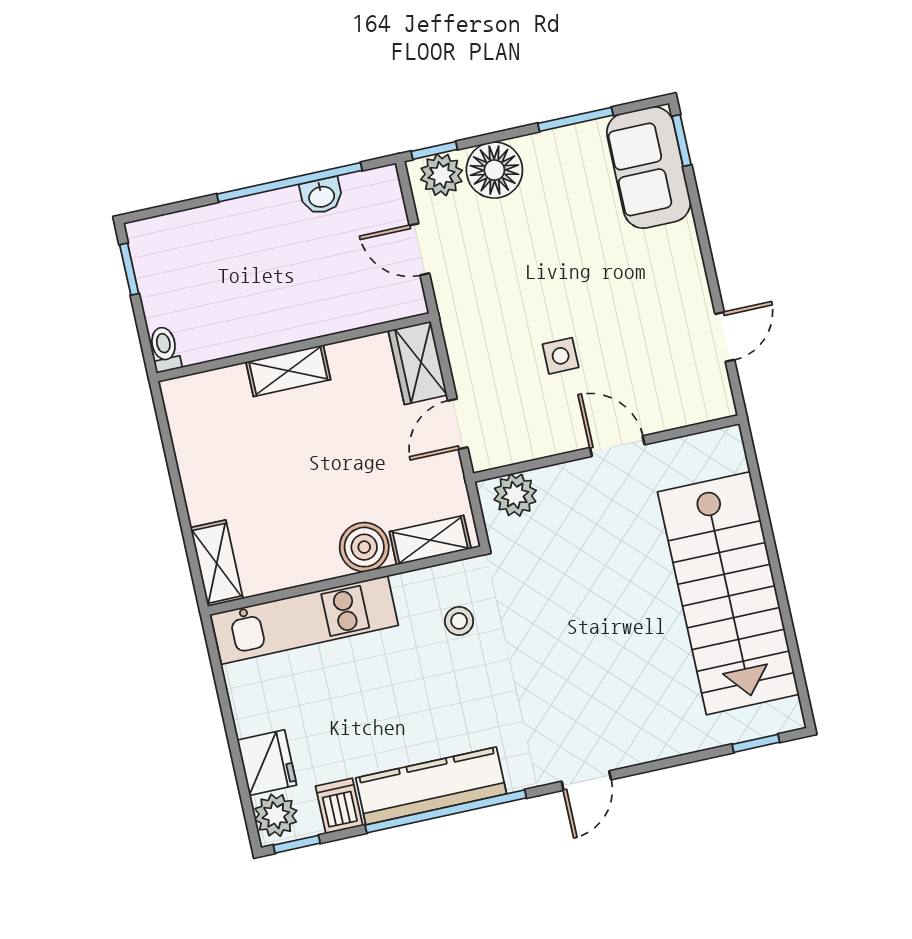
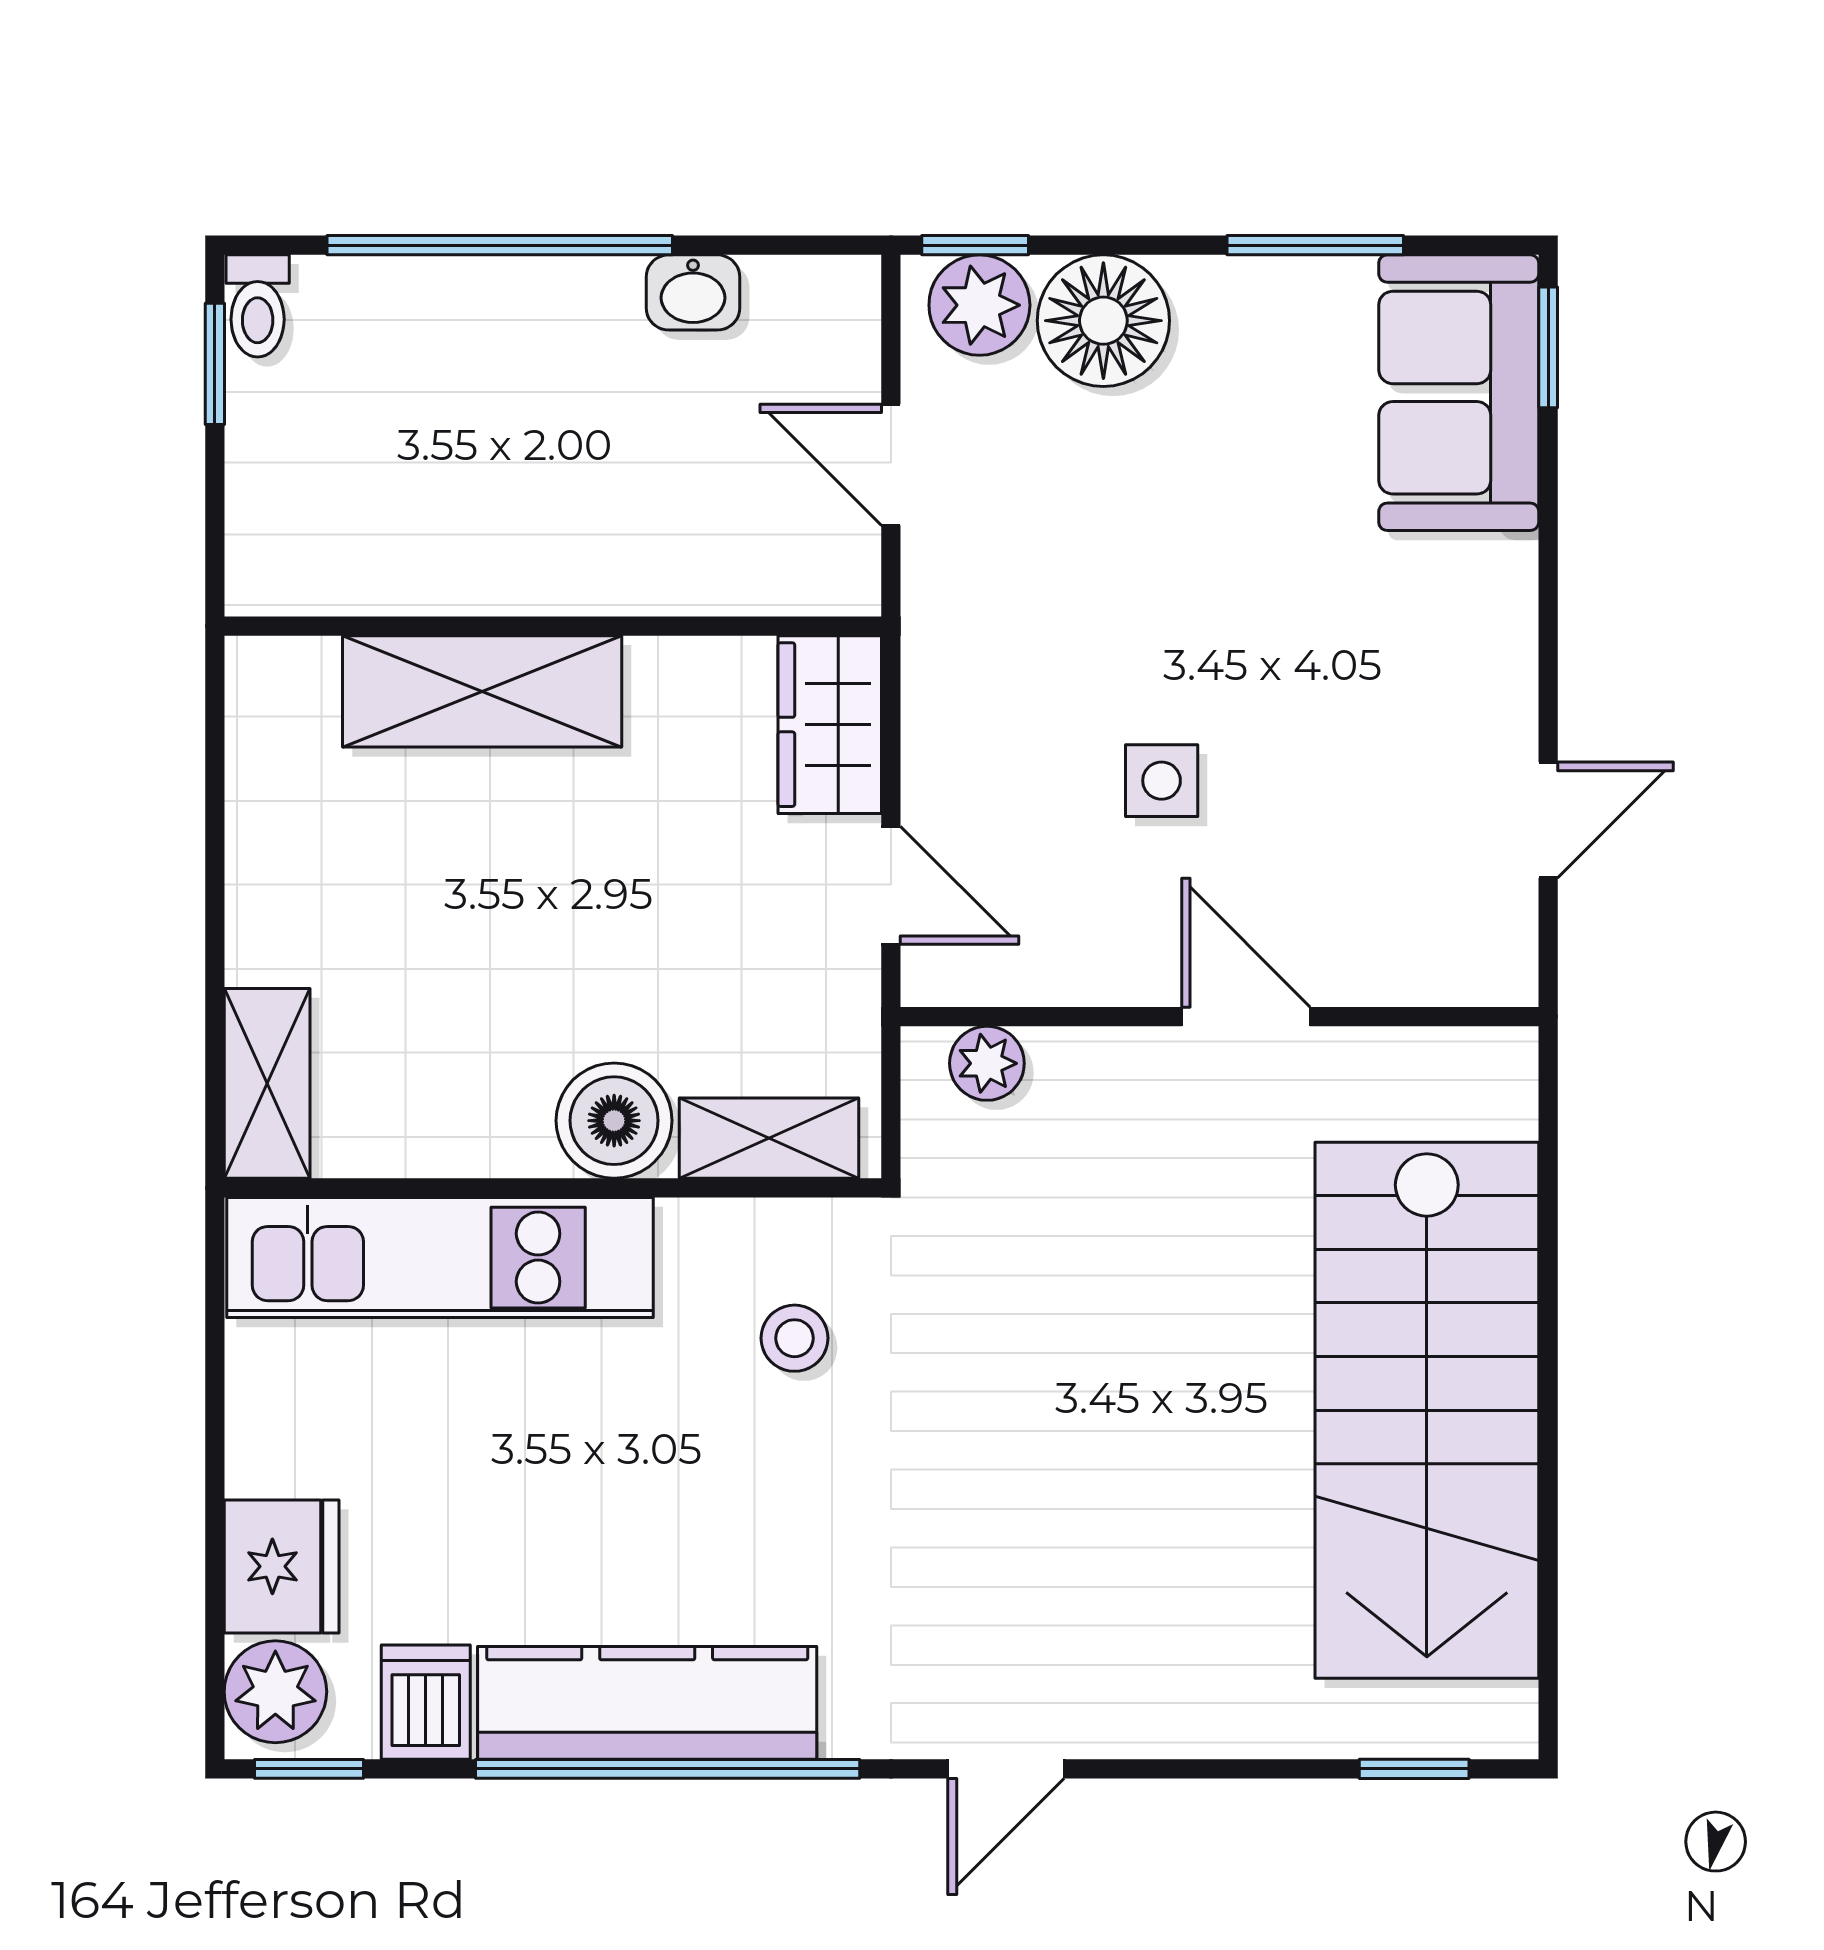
window: (289, 182) -> (500, 245), moved
toilet: (165, 349) -> (258, 306), moved, turned 180
shelving: (288, 371) -> (482, 691), width x1.50, depth x1.33
door: (458, 424) -> (891, 885), swing flipped
plant: (515, 495) -> (987, 1063), width x0.73, depth x0.73

